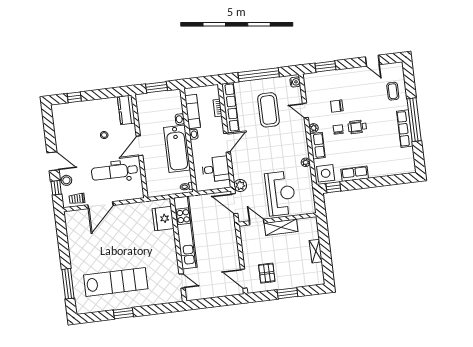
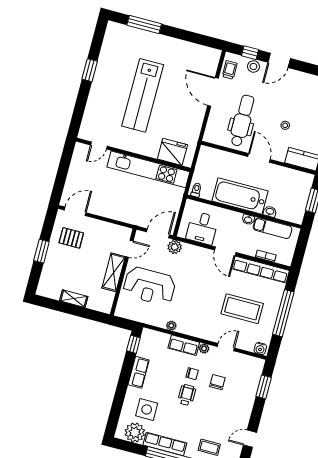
plant: (405, 157) -> (135, 433), added
side table: (326, 173) -> (147, 409), moved
lab bench: (116, 282) -> (143, 95), moved

